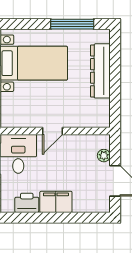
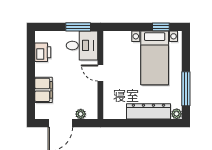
plant: (104, 36) -> (177, 114), added
filing cabinet: (56, 202) -> (43, 90), moved

